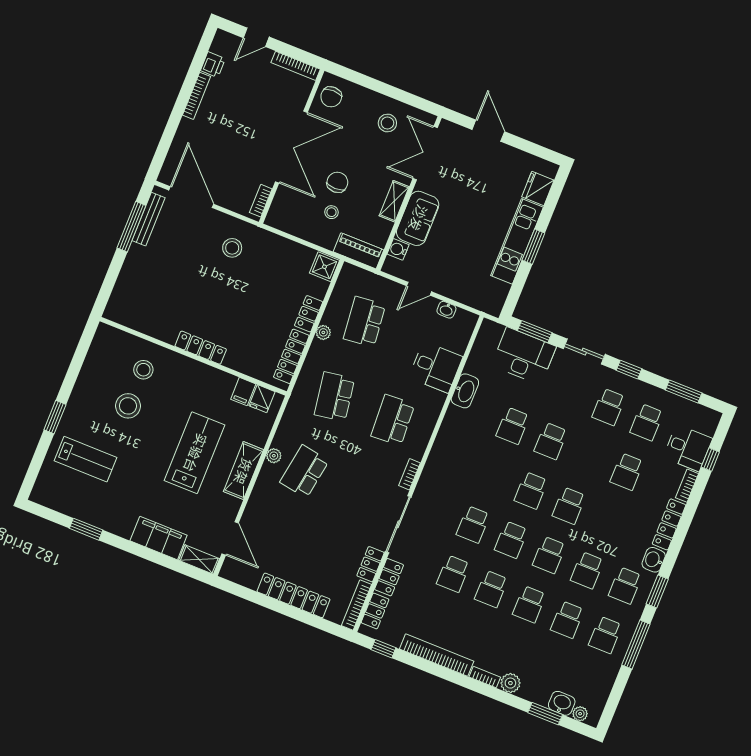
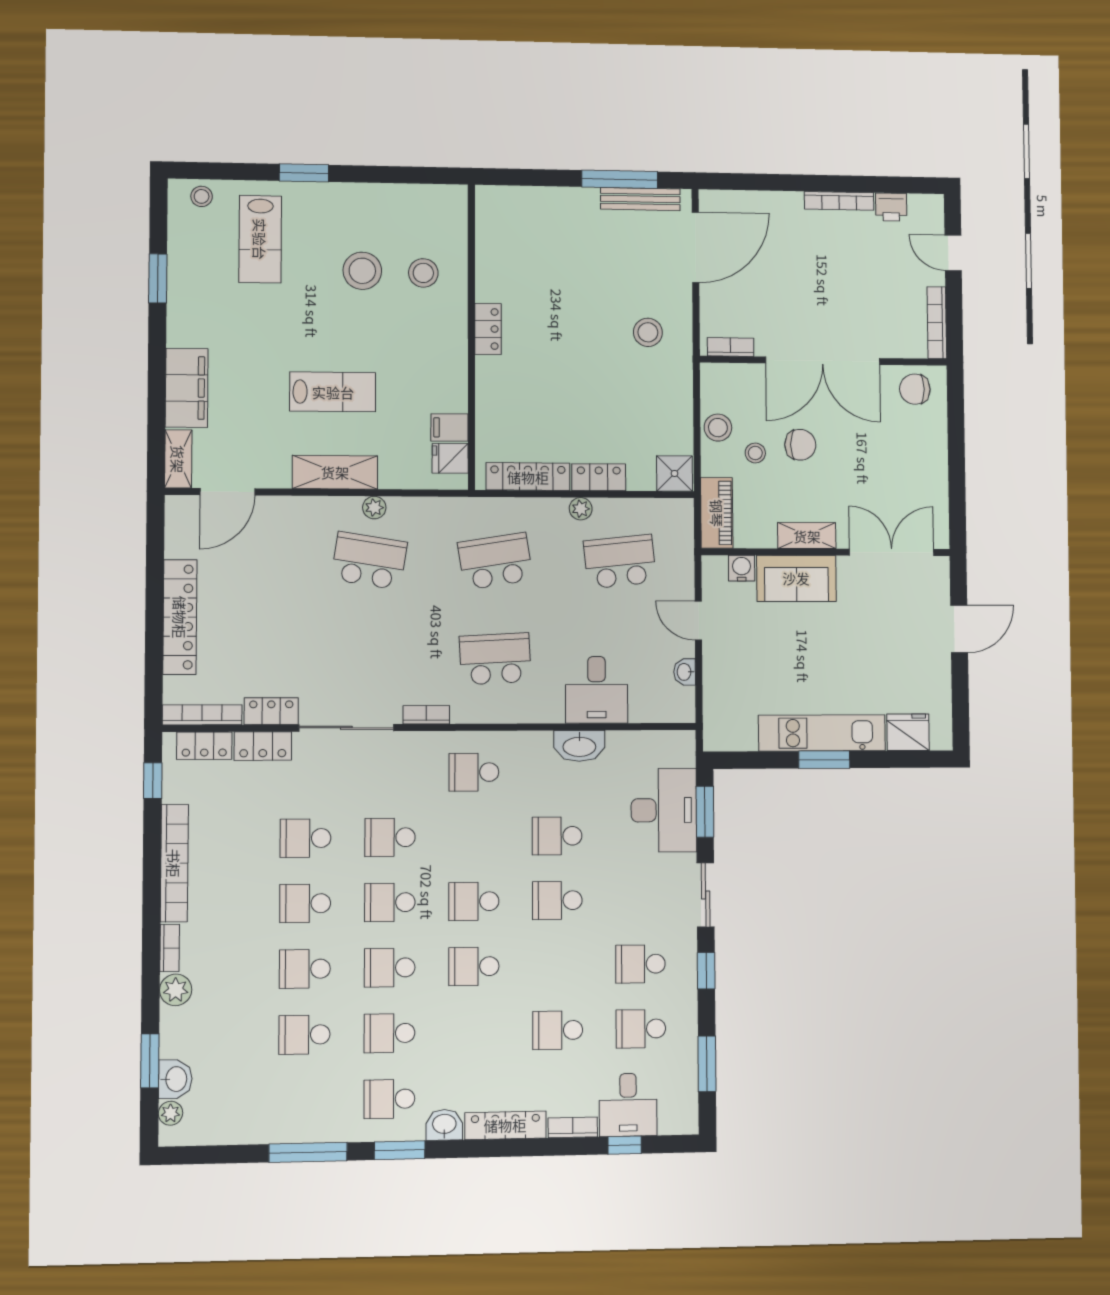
stool: (387, 123) -> (718, 428), moved
locker: (201, 348) -> (488, 329), width x0.66
lab bench: (195, 453) -> (333, 392), width x0.73, depth x0.72
stool: (46, 484) -> (202, 196), added
school desk: (605, 635) -> (474, 772), moved

